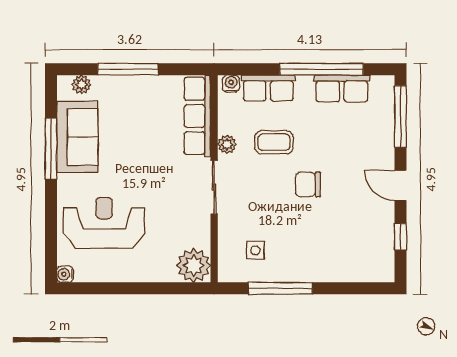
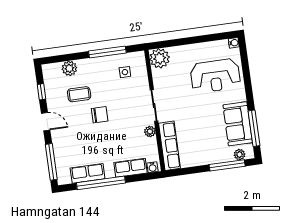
window: (128, 69) -> (227, 165), moved
coffee table: (274, 142) -> (79, 94), moved
window: (51, 149) -> (254, 128), moved
plant: (348, 270) -> (69, 68), added

